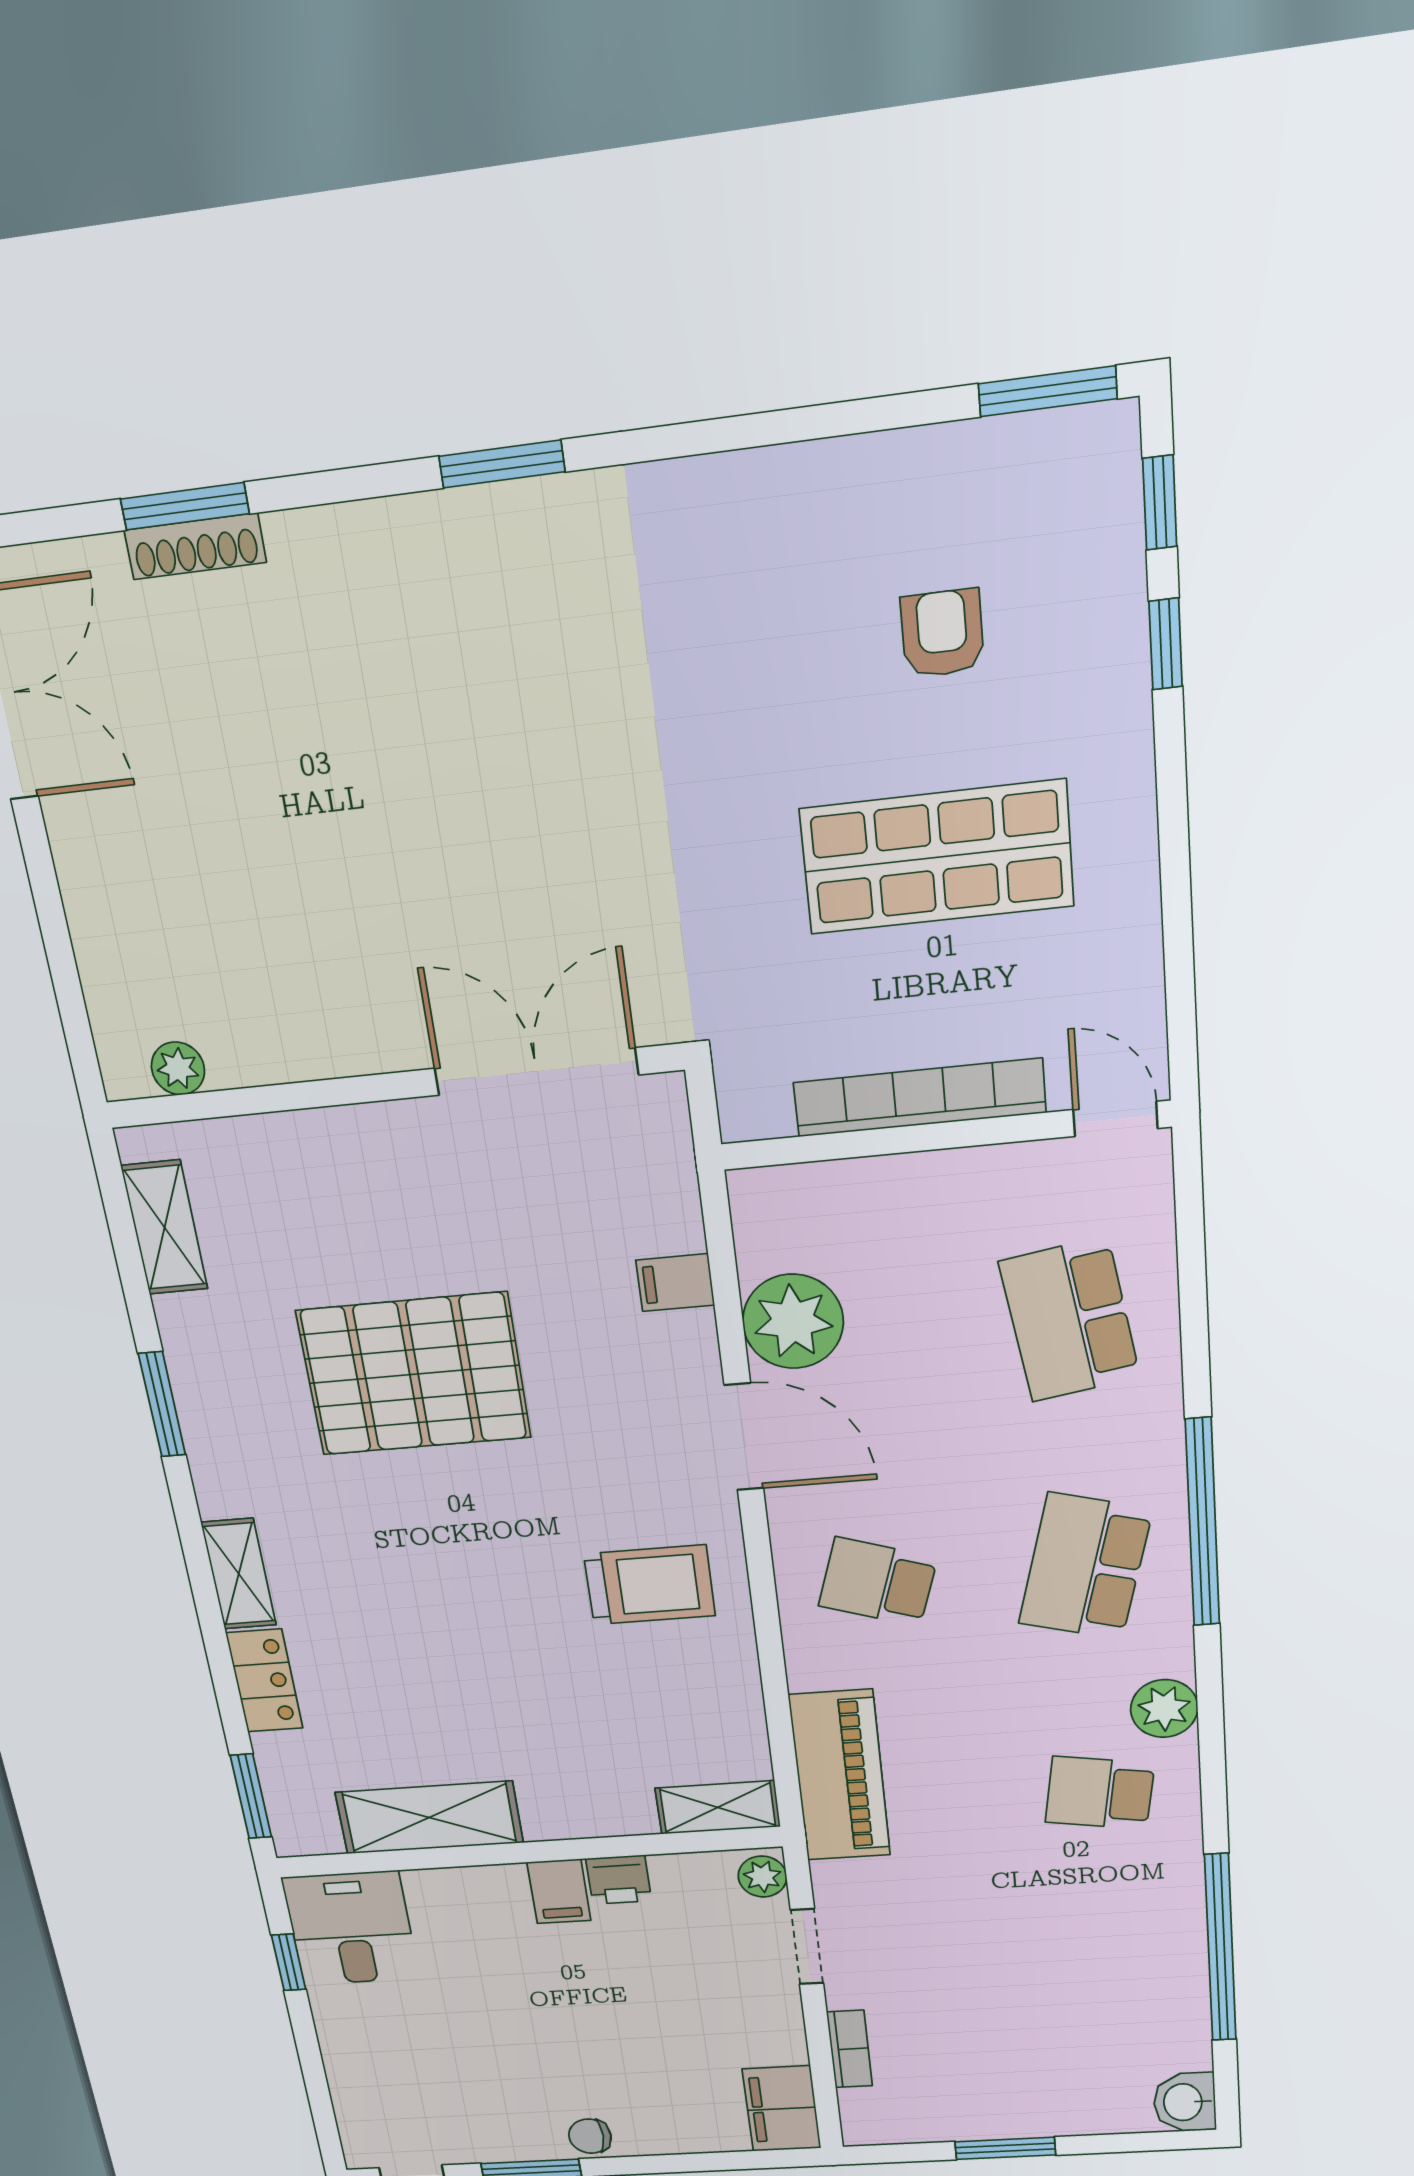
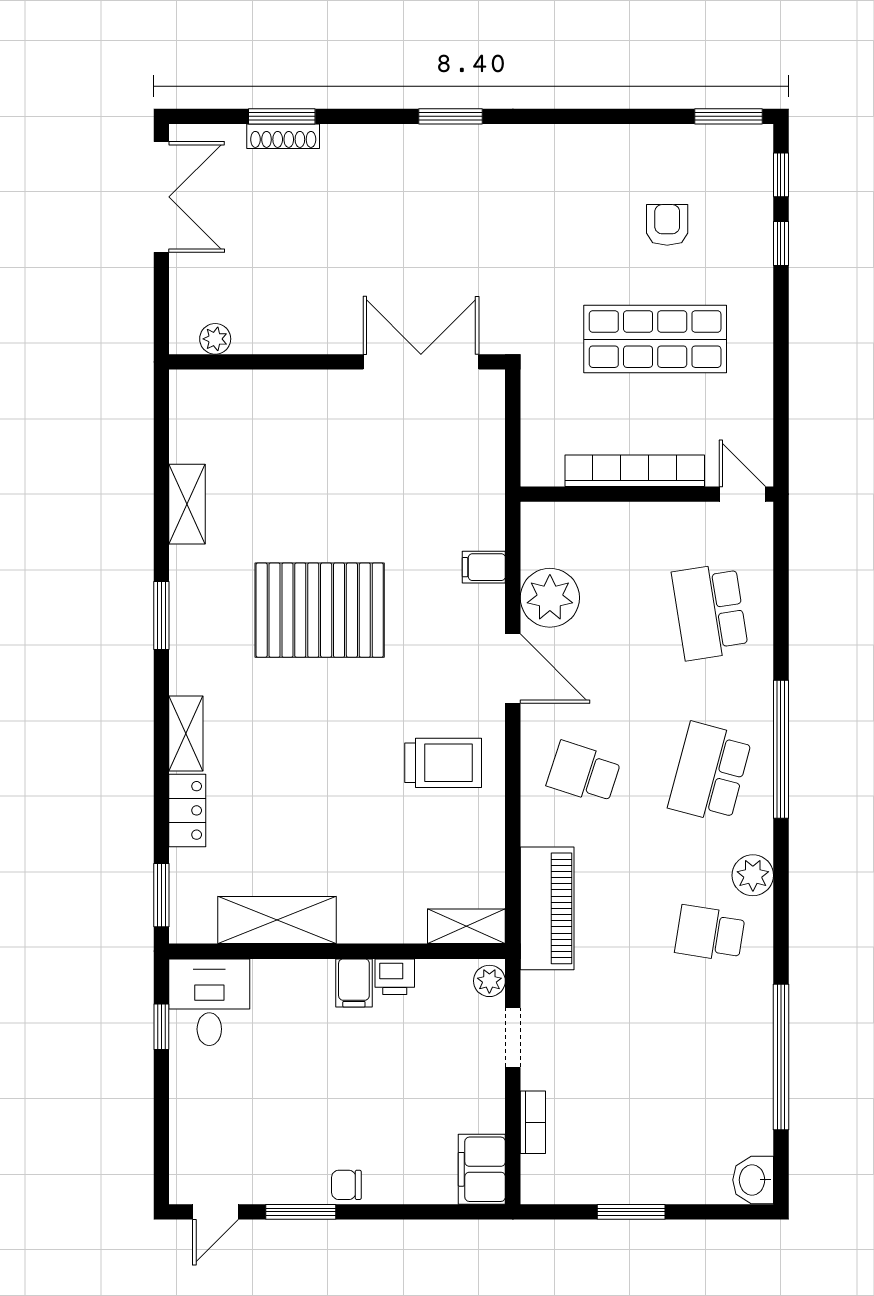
plant: (178, 1068) -> (215, 339), moved
double door: (536, 1072) -> (421, 362), moved
wall: (392, 1086) -> (337, 362), moved

